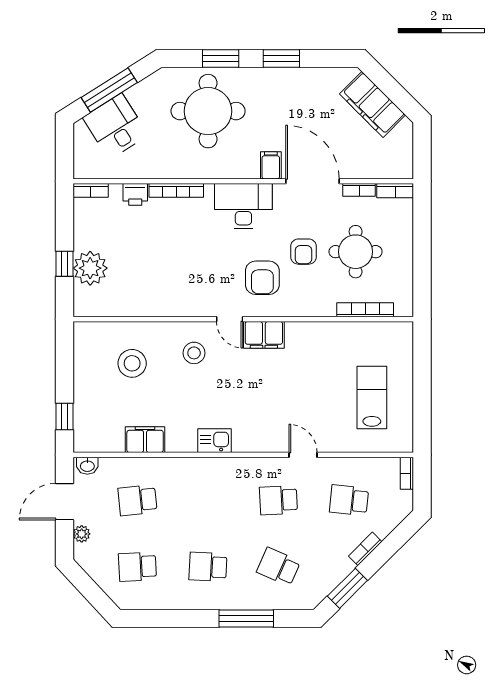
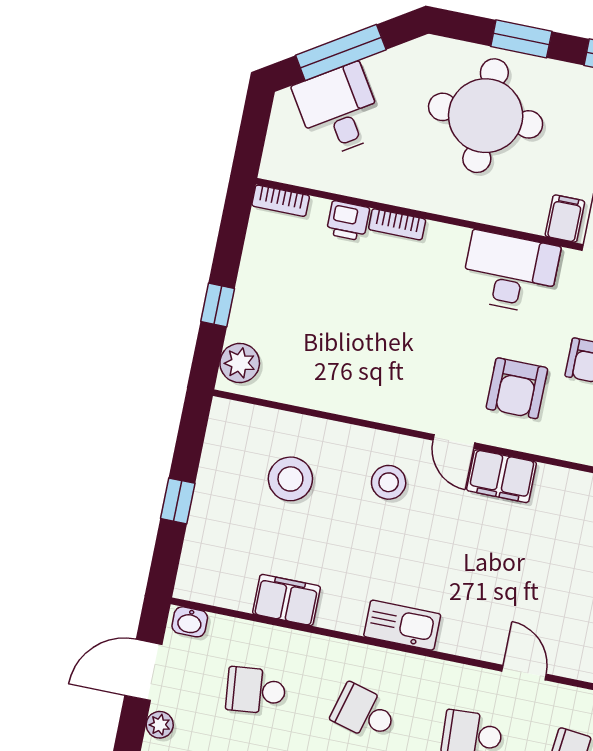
bookcase: (176, 190) -> (397, 224), width x0.64
plant: (90, 268) -> (240, 363), moved, width x0.73, depth x0.73
window: (64, 417) -> (178, 501), moved
kitchen sink: (214, 441) -> (402, 625), width x1.38
school desk: (208, 500) -> (364, 713), added

